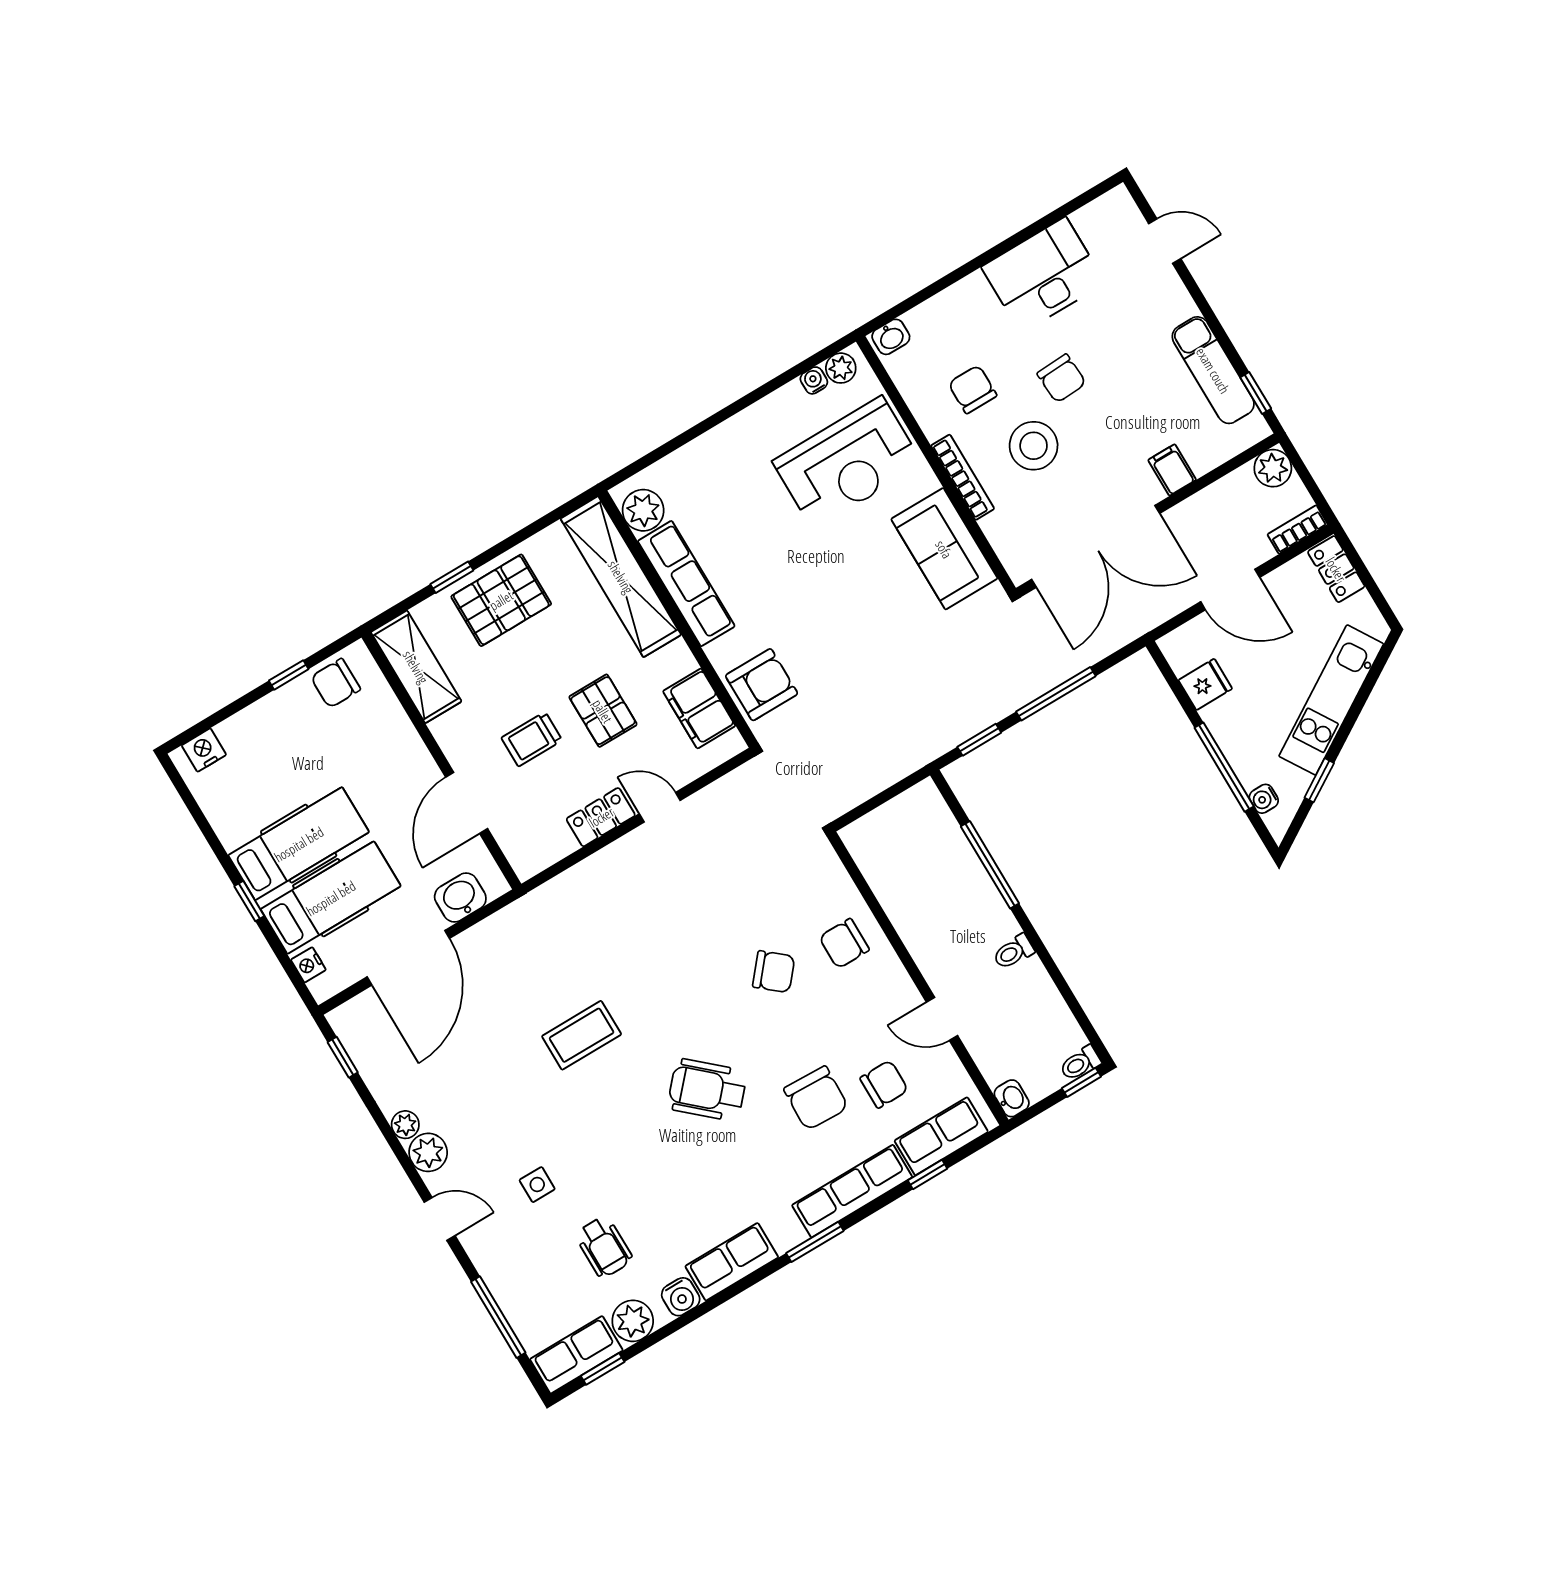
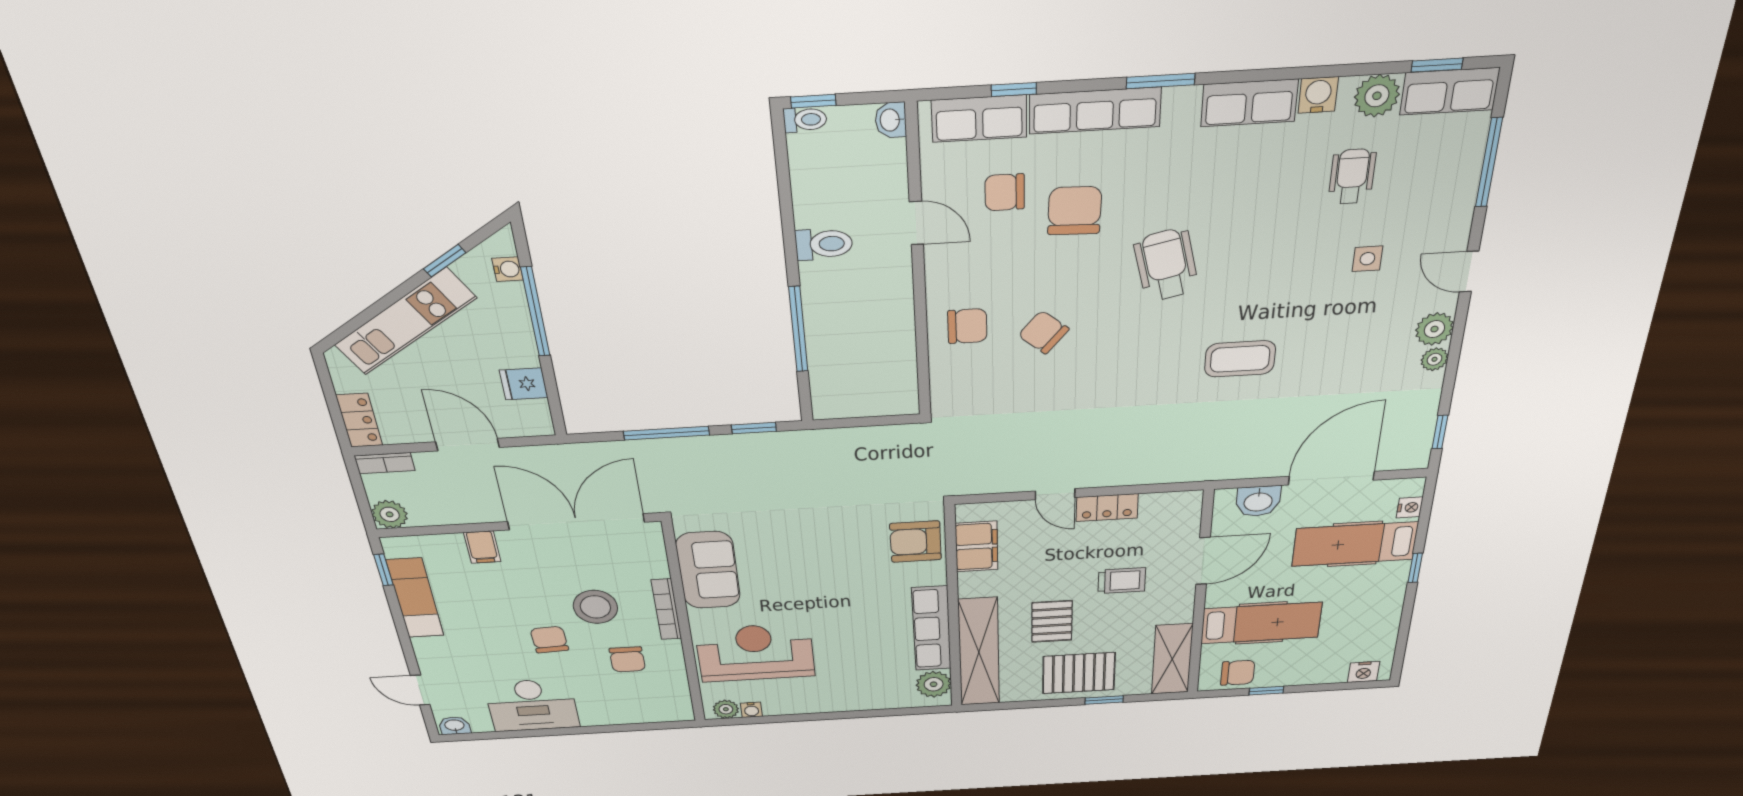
washbasin: (891, 337) -> (455, 726), moved
pallet: (603, 711) -> (1052, 621), moved
hospital bed: (299, 844) -> (1261, 623), moved, turned 180
toilet: (1013, 952) -> (824, 244), width x1.37, depth x1.39
wheelchair: (707, 1090) -> (1166, 265), turned -145

